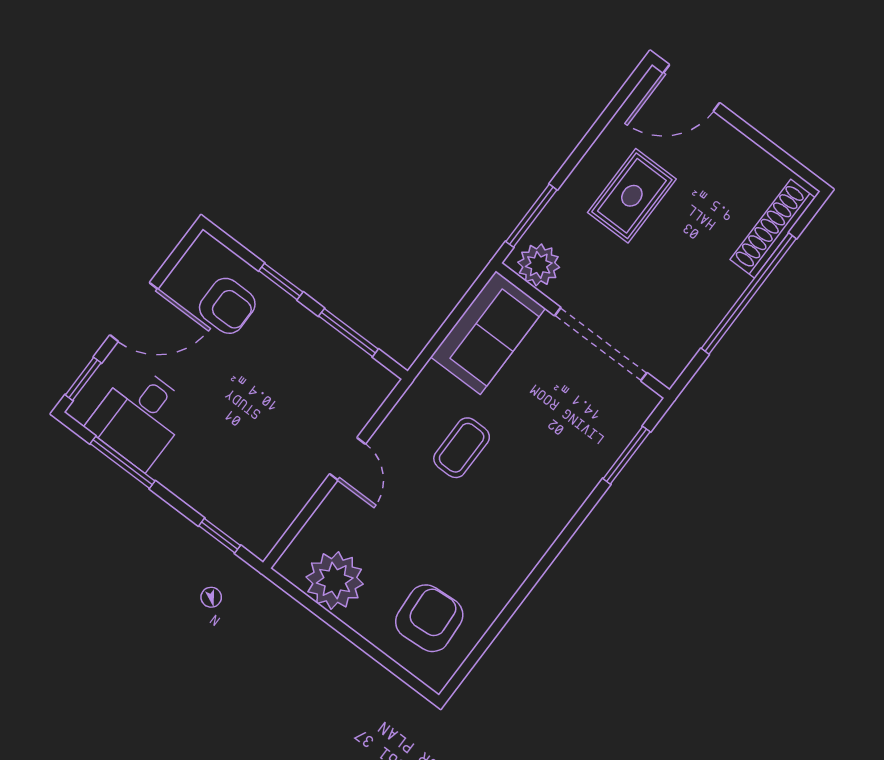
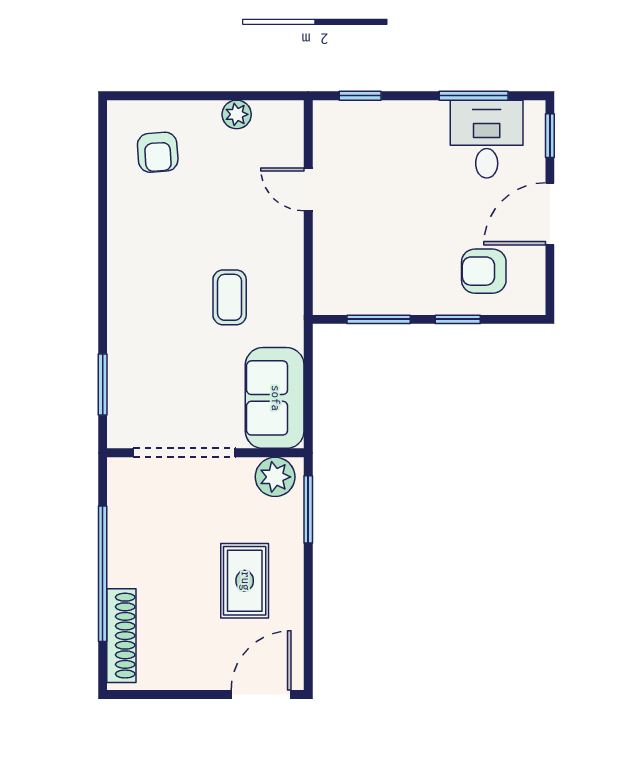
door: (347, 459) -> (308, 189), moved
plant: (335, 580) -> (237, 114), width x0.53, depth x0.53
armchair: (429, 618) -> (158, 152), width x0.72, depth x0.72

